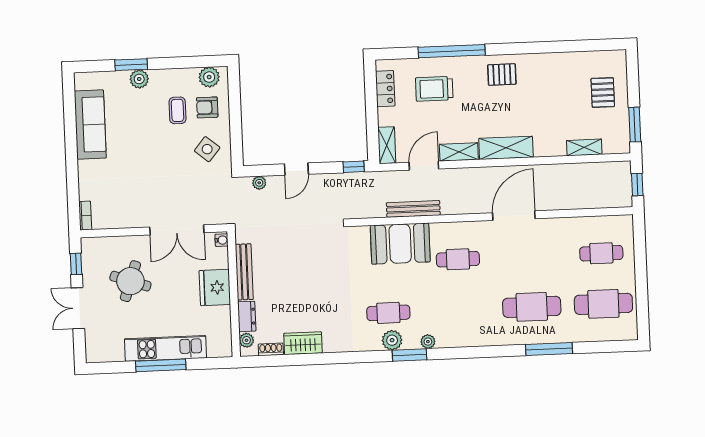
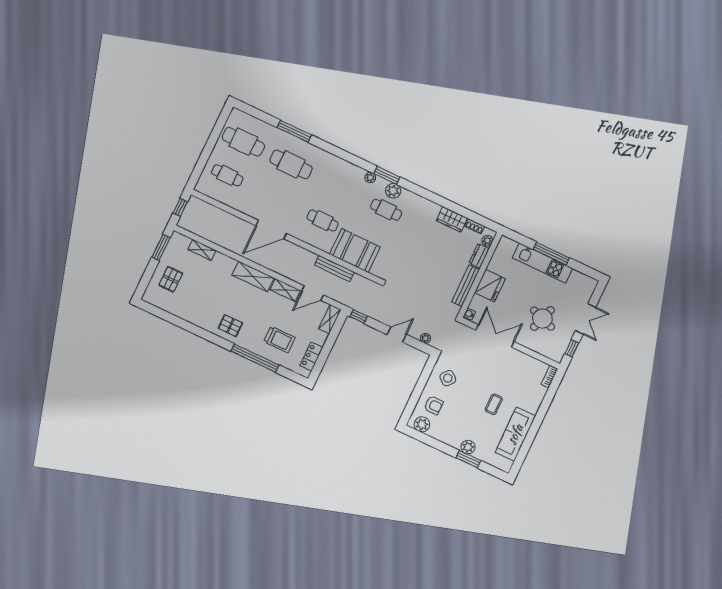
coffee table: (177, 110) -> (494, 404), moved

